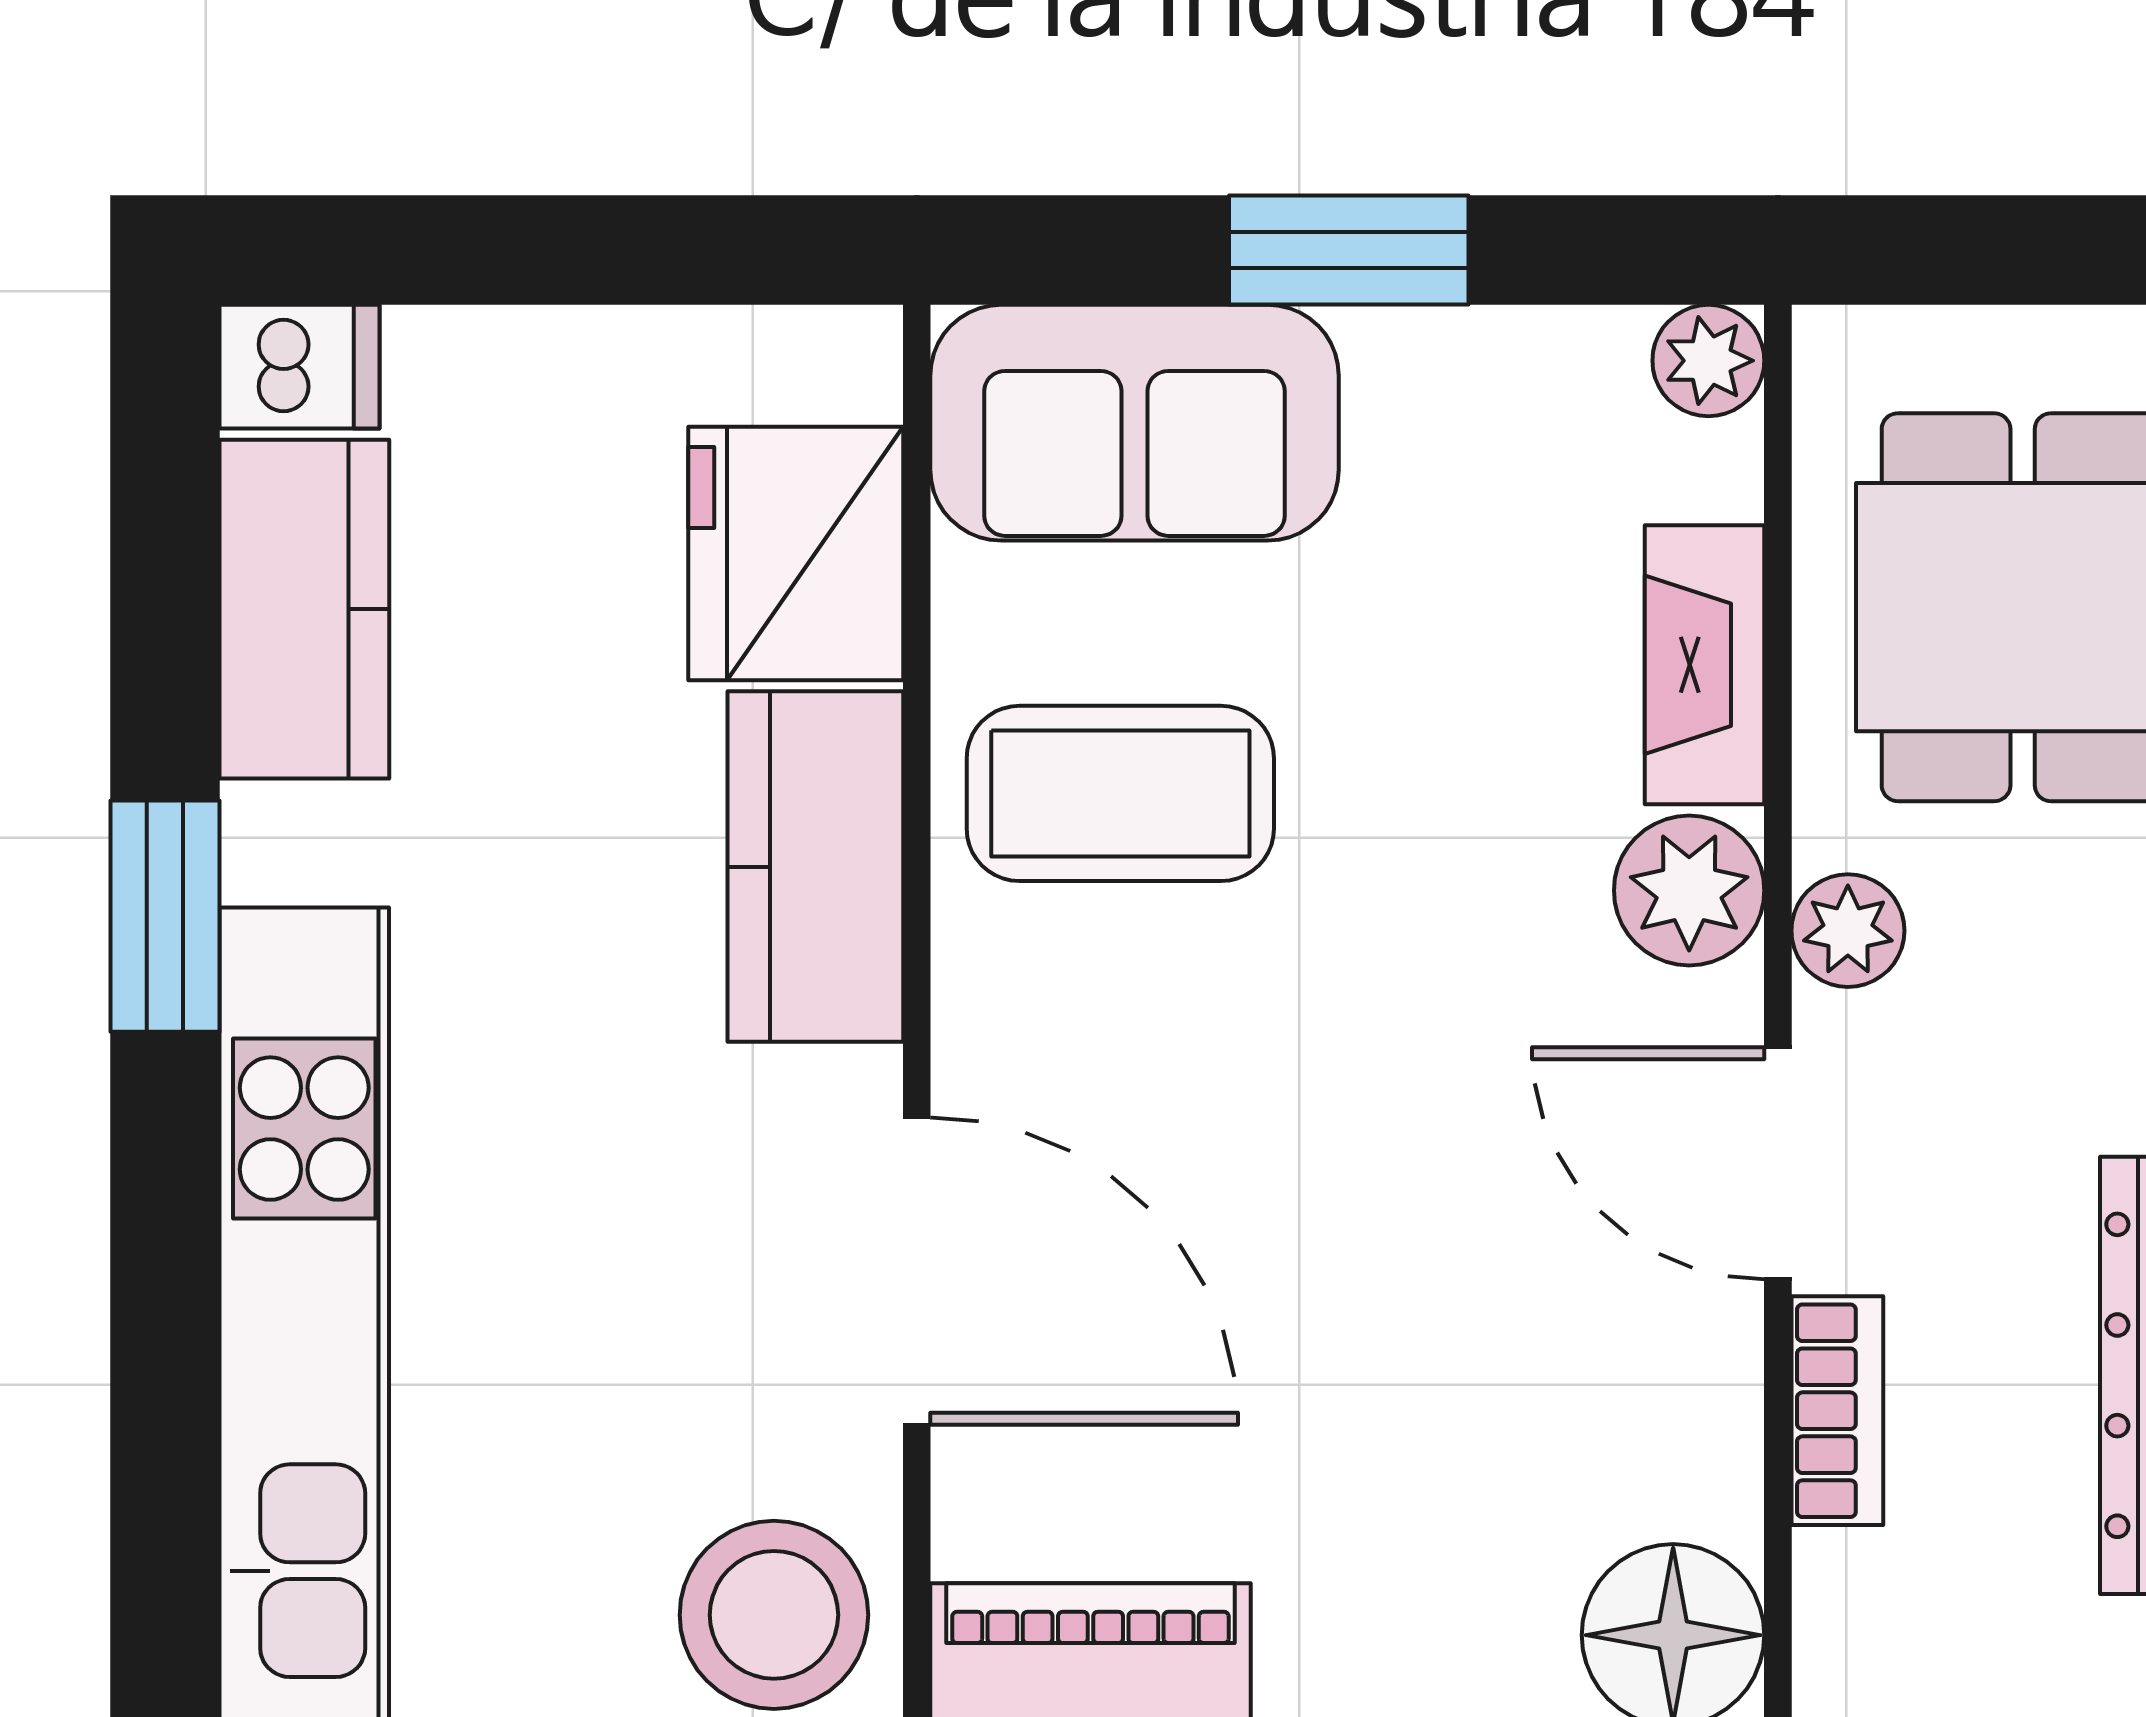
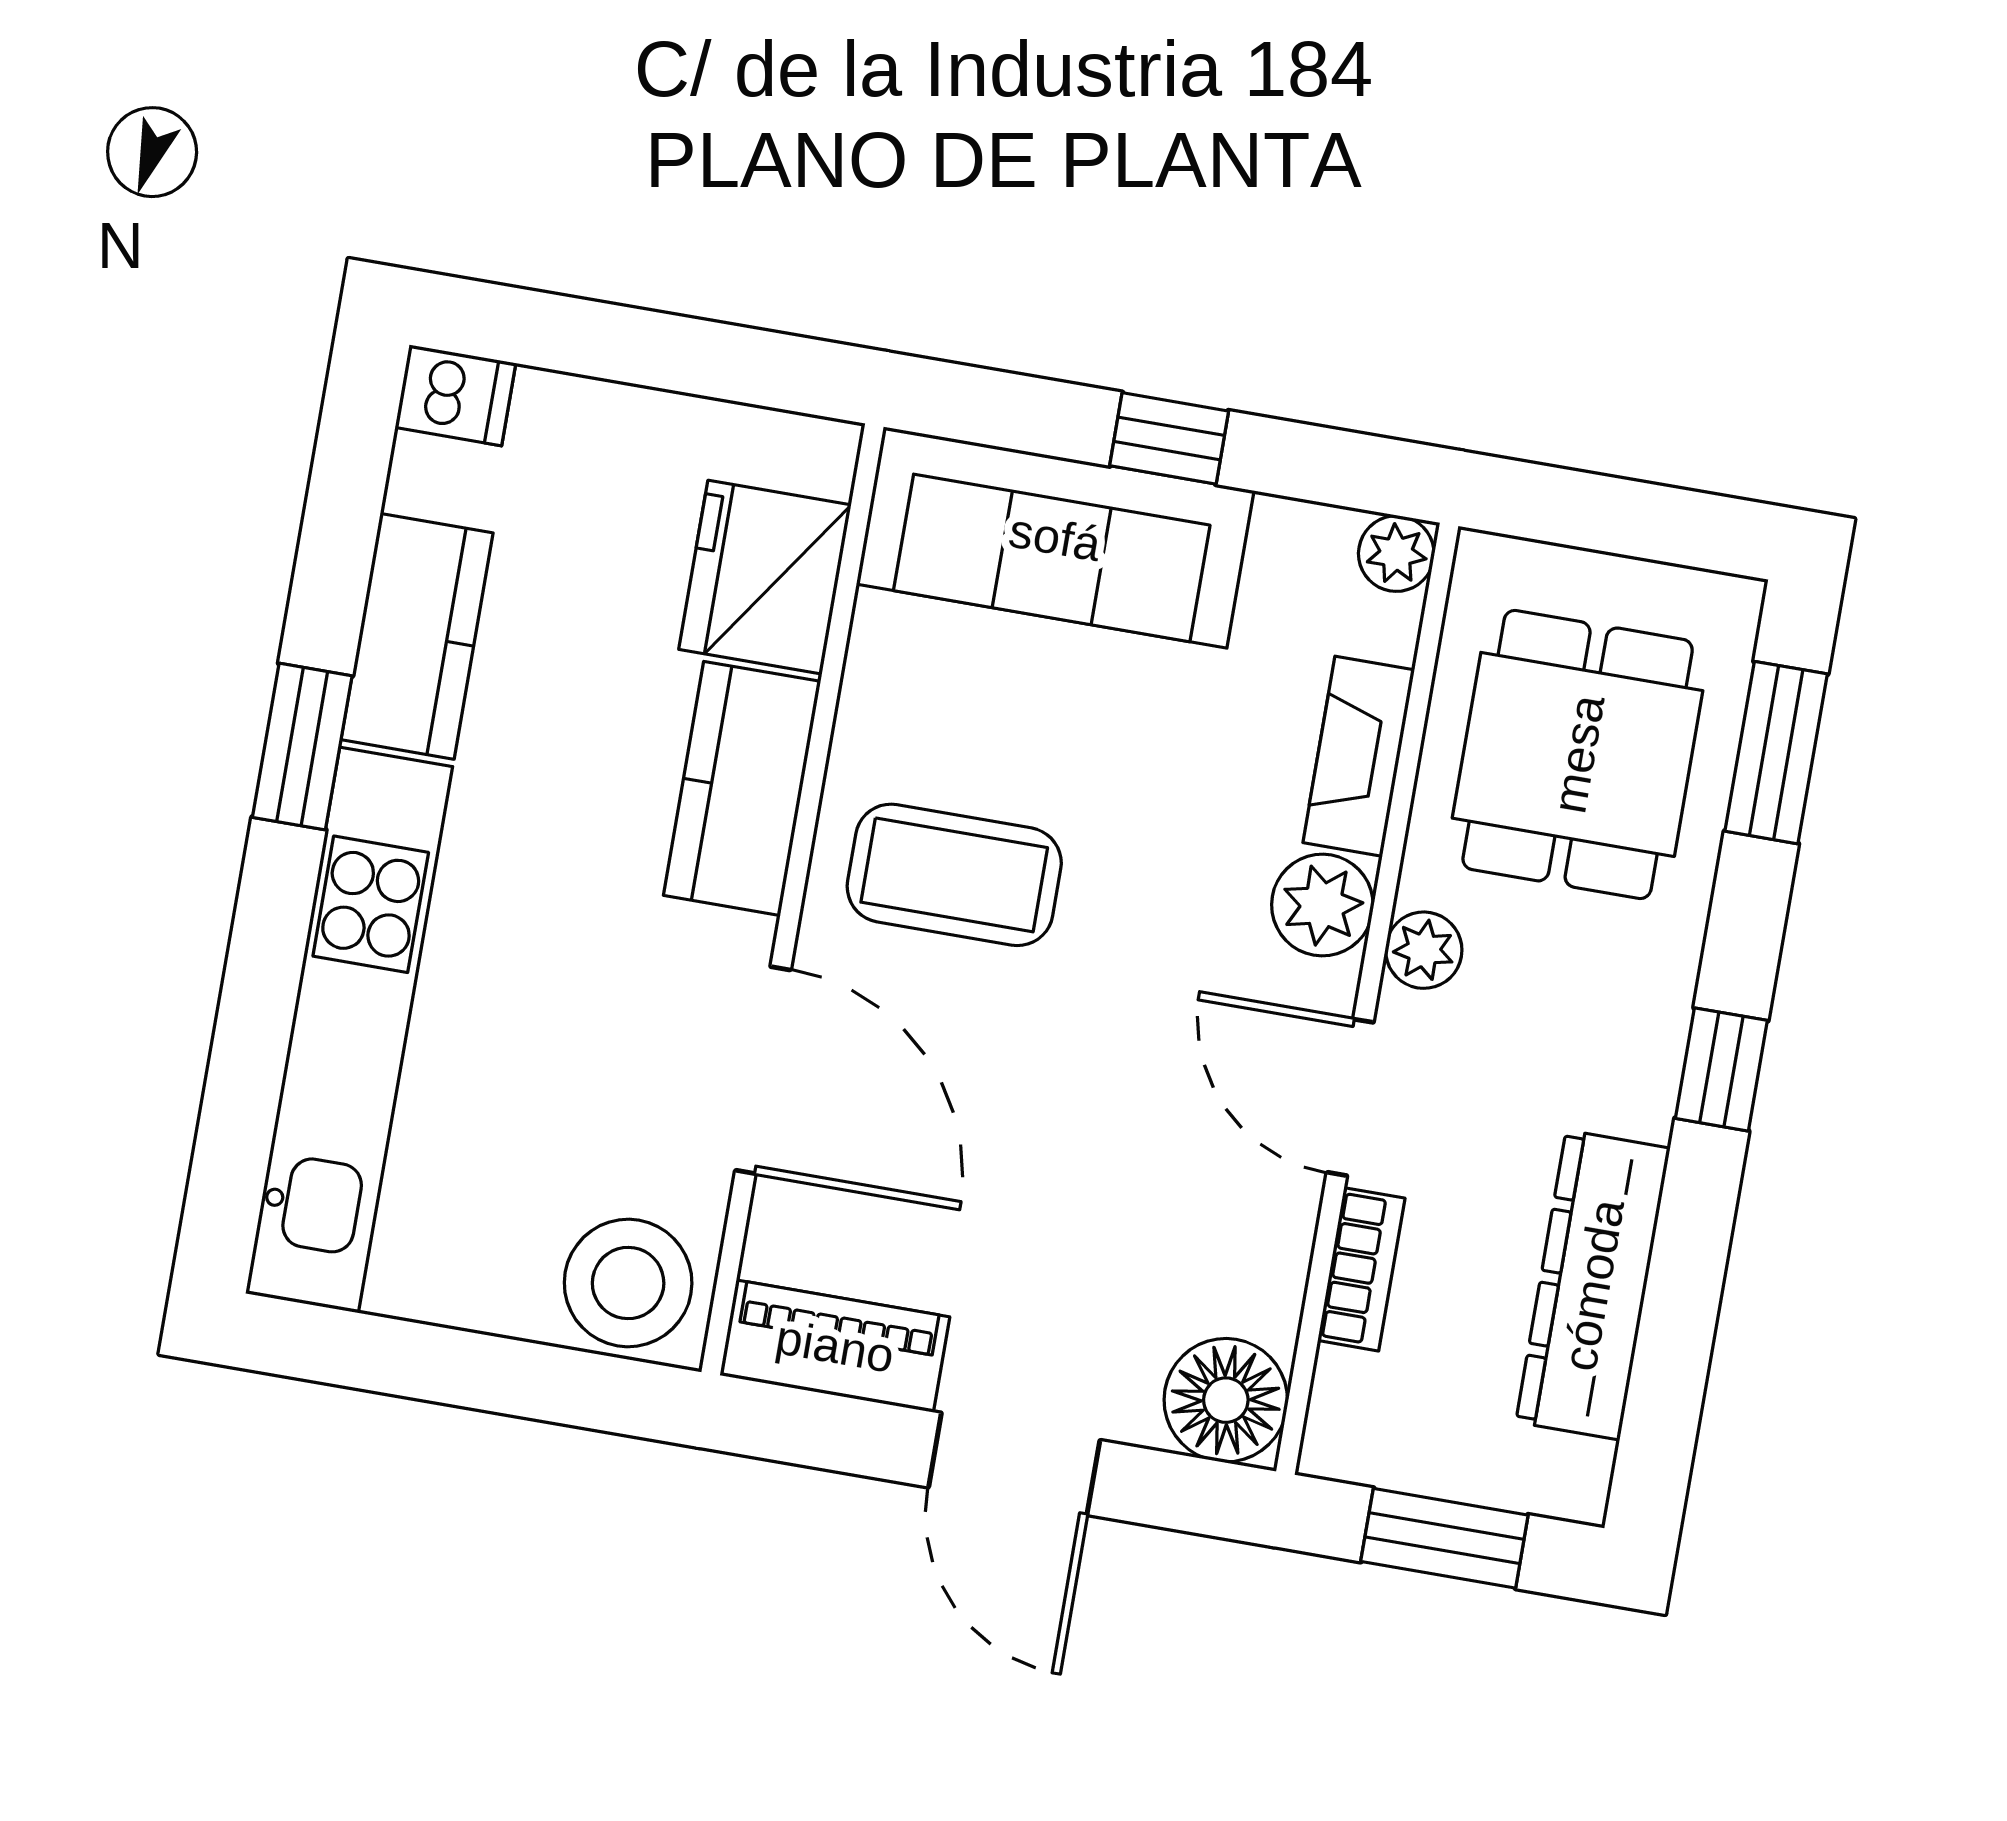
window: (1349, 250) -> (1169, 438), width x0.67
sofa: (1134, 423) -> (1055, 537), width x1.36
kitchen counter: (304, 609) -> (417, 636), moved
coffee table: (1120, 793) -> (954, 875), moved

